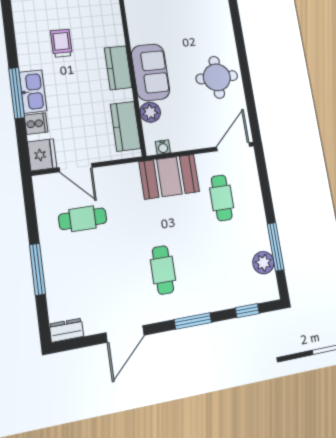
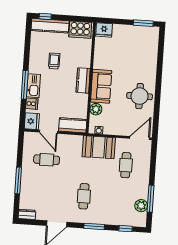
kitchen counter: (126, 126) -> (73, 125), moved, turned 90

